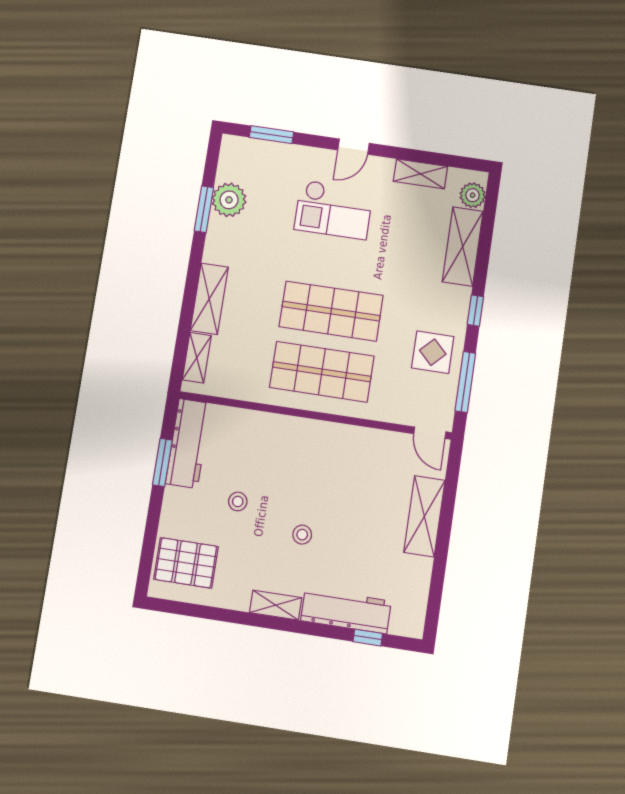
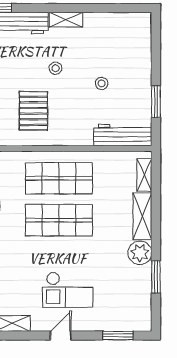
plant: (229, 200) -> (140, 253), moved
checkout: (334, 210) -> (68, 290), turned 180
workbench: (188, 443) -> (123, 135), moved, turned 90
pallet: (186, 563) -> (33, 111), moved, turned 90

